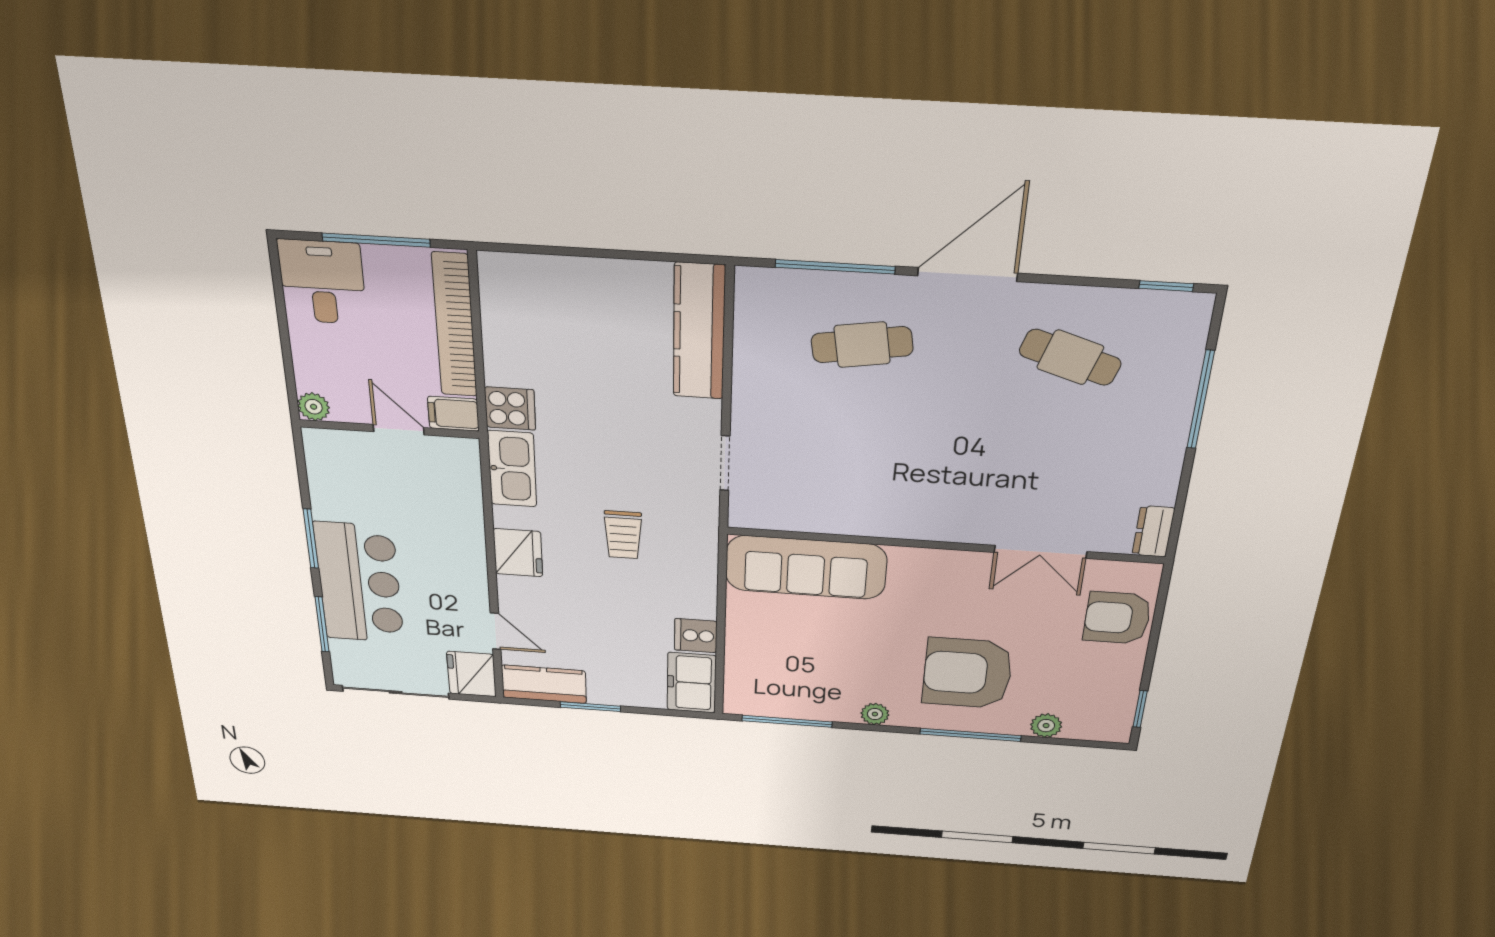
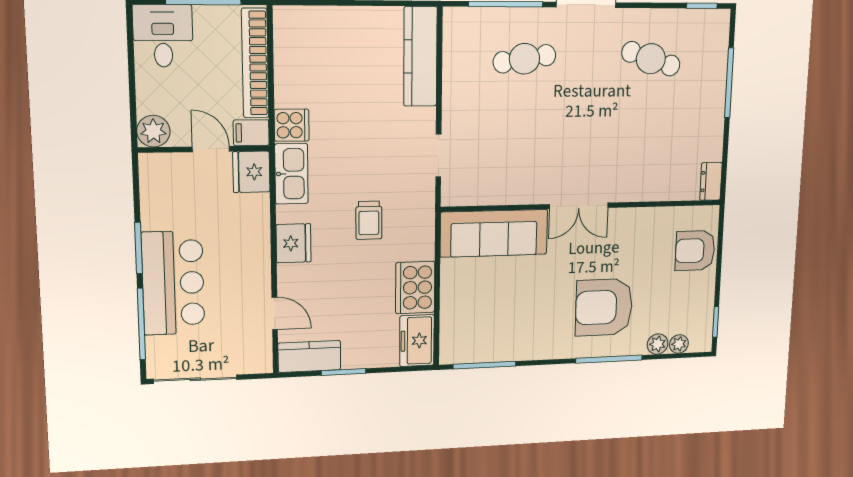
plant: (314, 407) -> (153, 131), width x1.38, depth x1.38
double door: (1040, 552) -> (579, 206), moved
window: (322, 624) -> (141, 324), width x1.44
cooker: (696, 636) -> (415, 288), width x1.87, depth x1.31
fridge: (471, 674) -> (251, 172), moved
plant: (875, 714) -> (679, 344), moved

